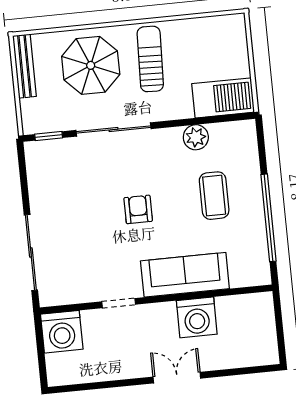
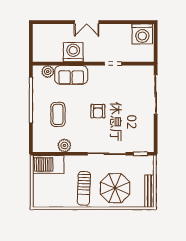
sofa: (185, 275) -> (71, 75), width x0.73
plant: (242, 276) -> (48, 72), added
washing machine: (62, 332) -> (142, 34), moved, turned 180

